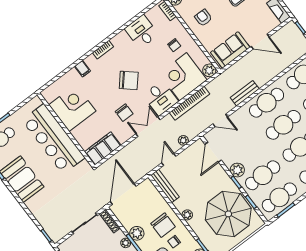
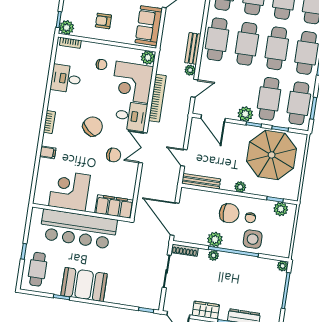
plant: (183, 140) -> (190, 70), moved
filing cabinet: (103, 148) -> (114, 206), moved, turned 90

